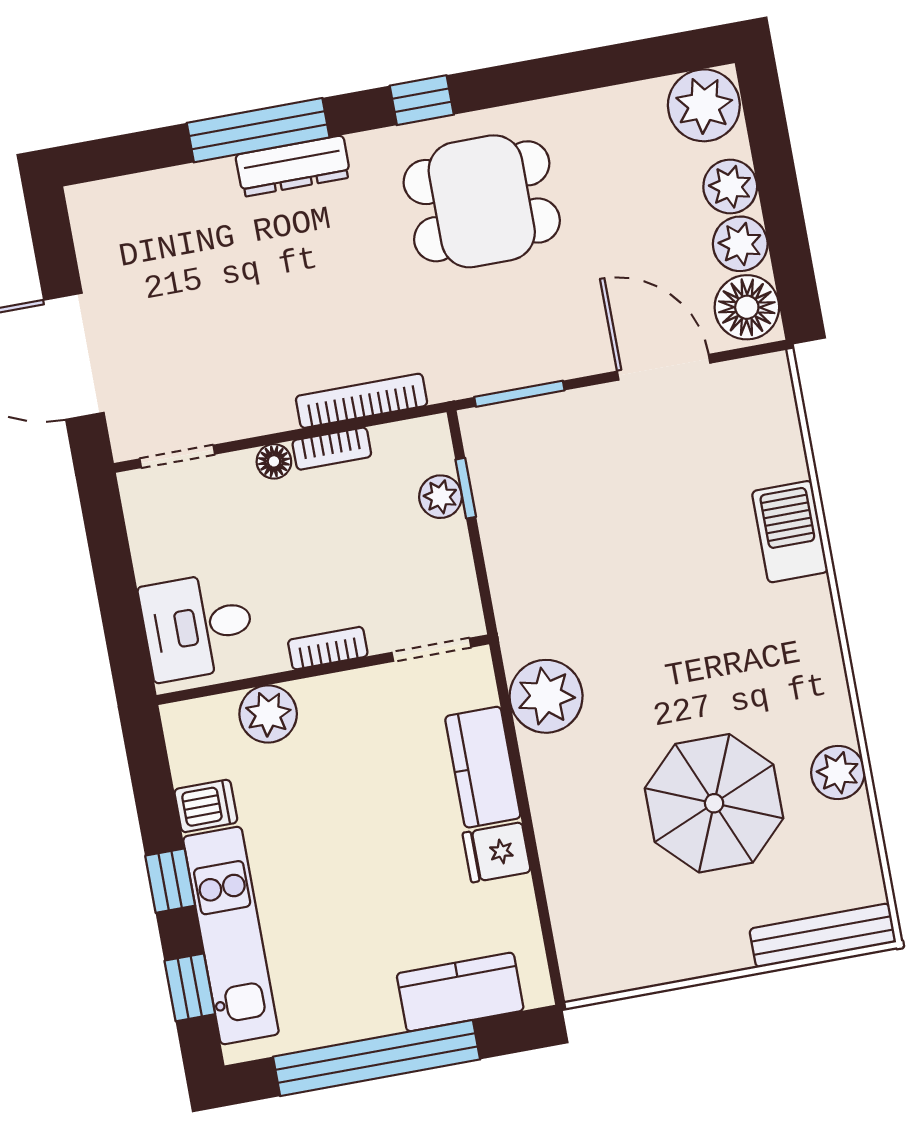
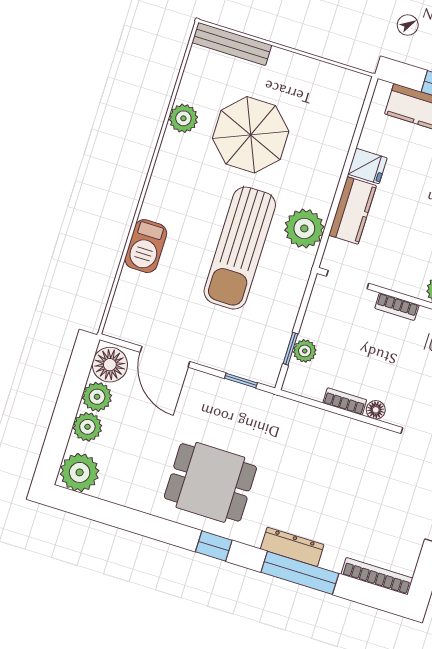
window: (519, 394) -> (241, 381), width x0.67
bookcase: (361, 401) -> (377, 576), moved, turned 180
sun lounger: (635, 609) -> (240, 248), added

